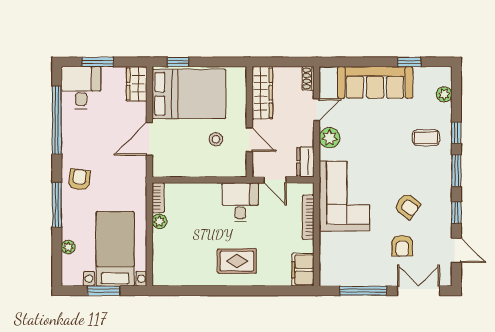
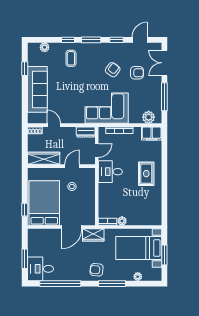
wardrobe: (137, 84) -> (93, 235), moved
plant: (330, 138) -> (149, 117), moved
door: (149, 139) -> (72, 227), hinge flipped

